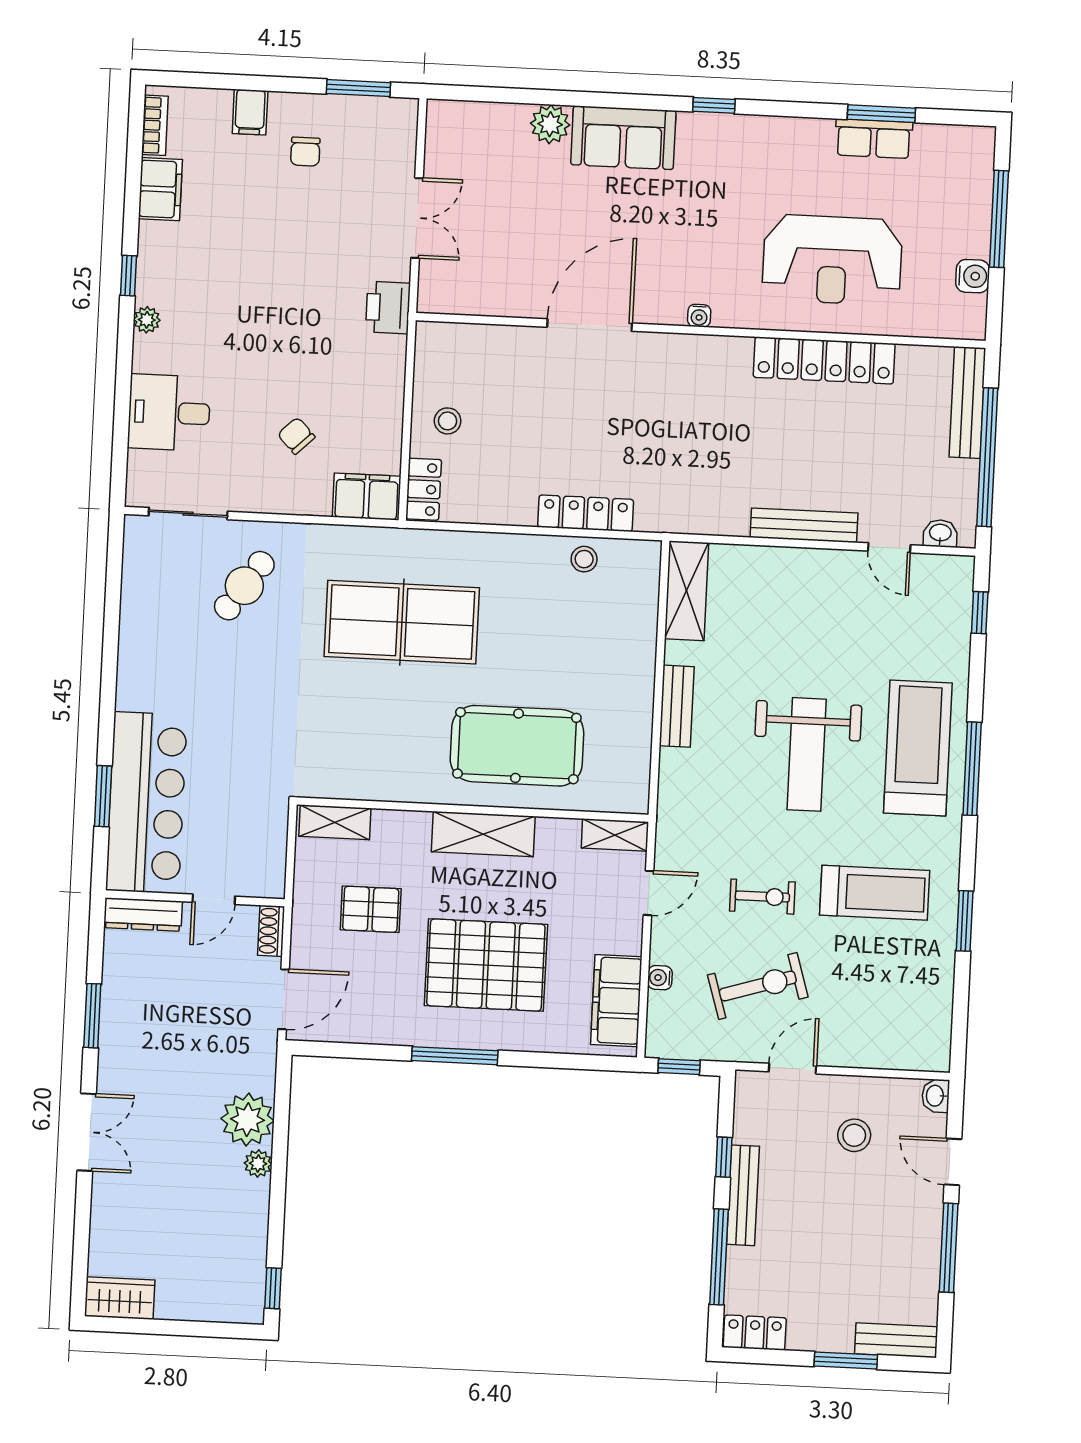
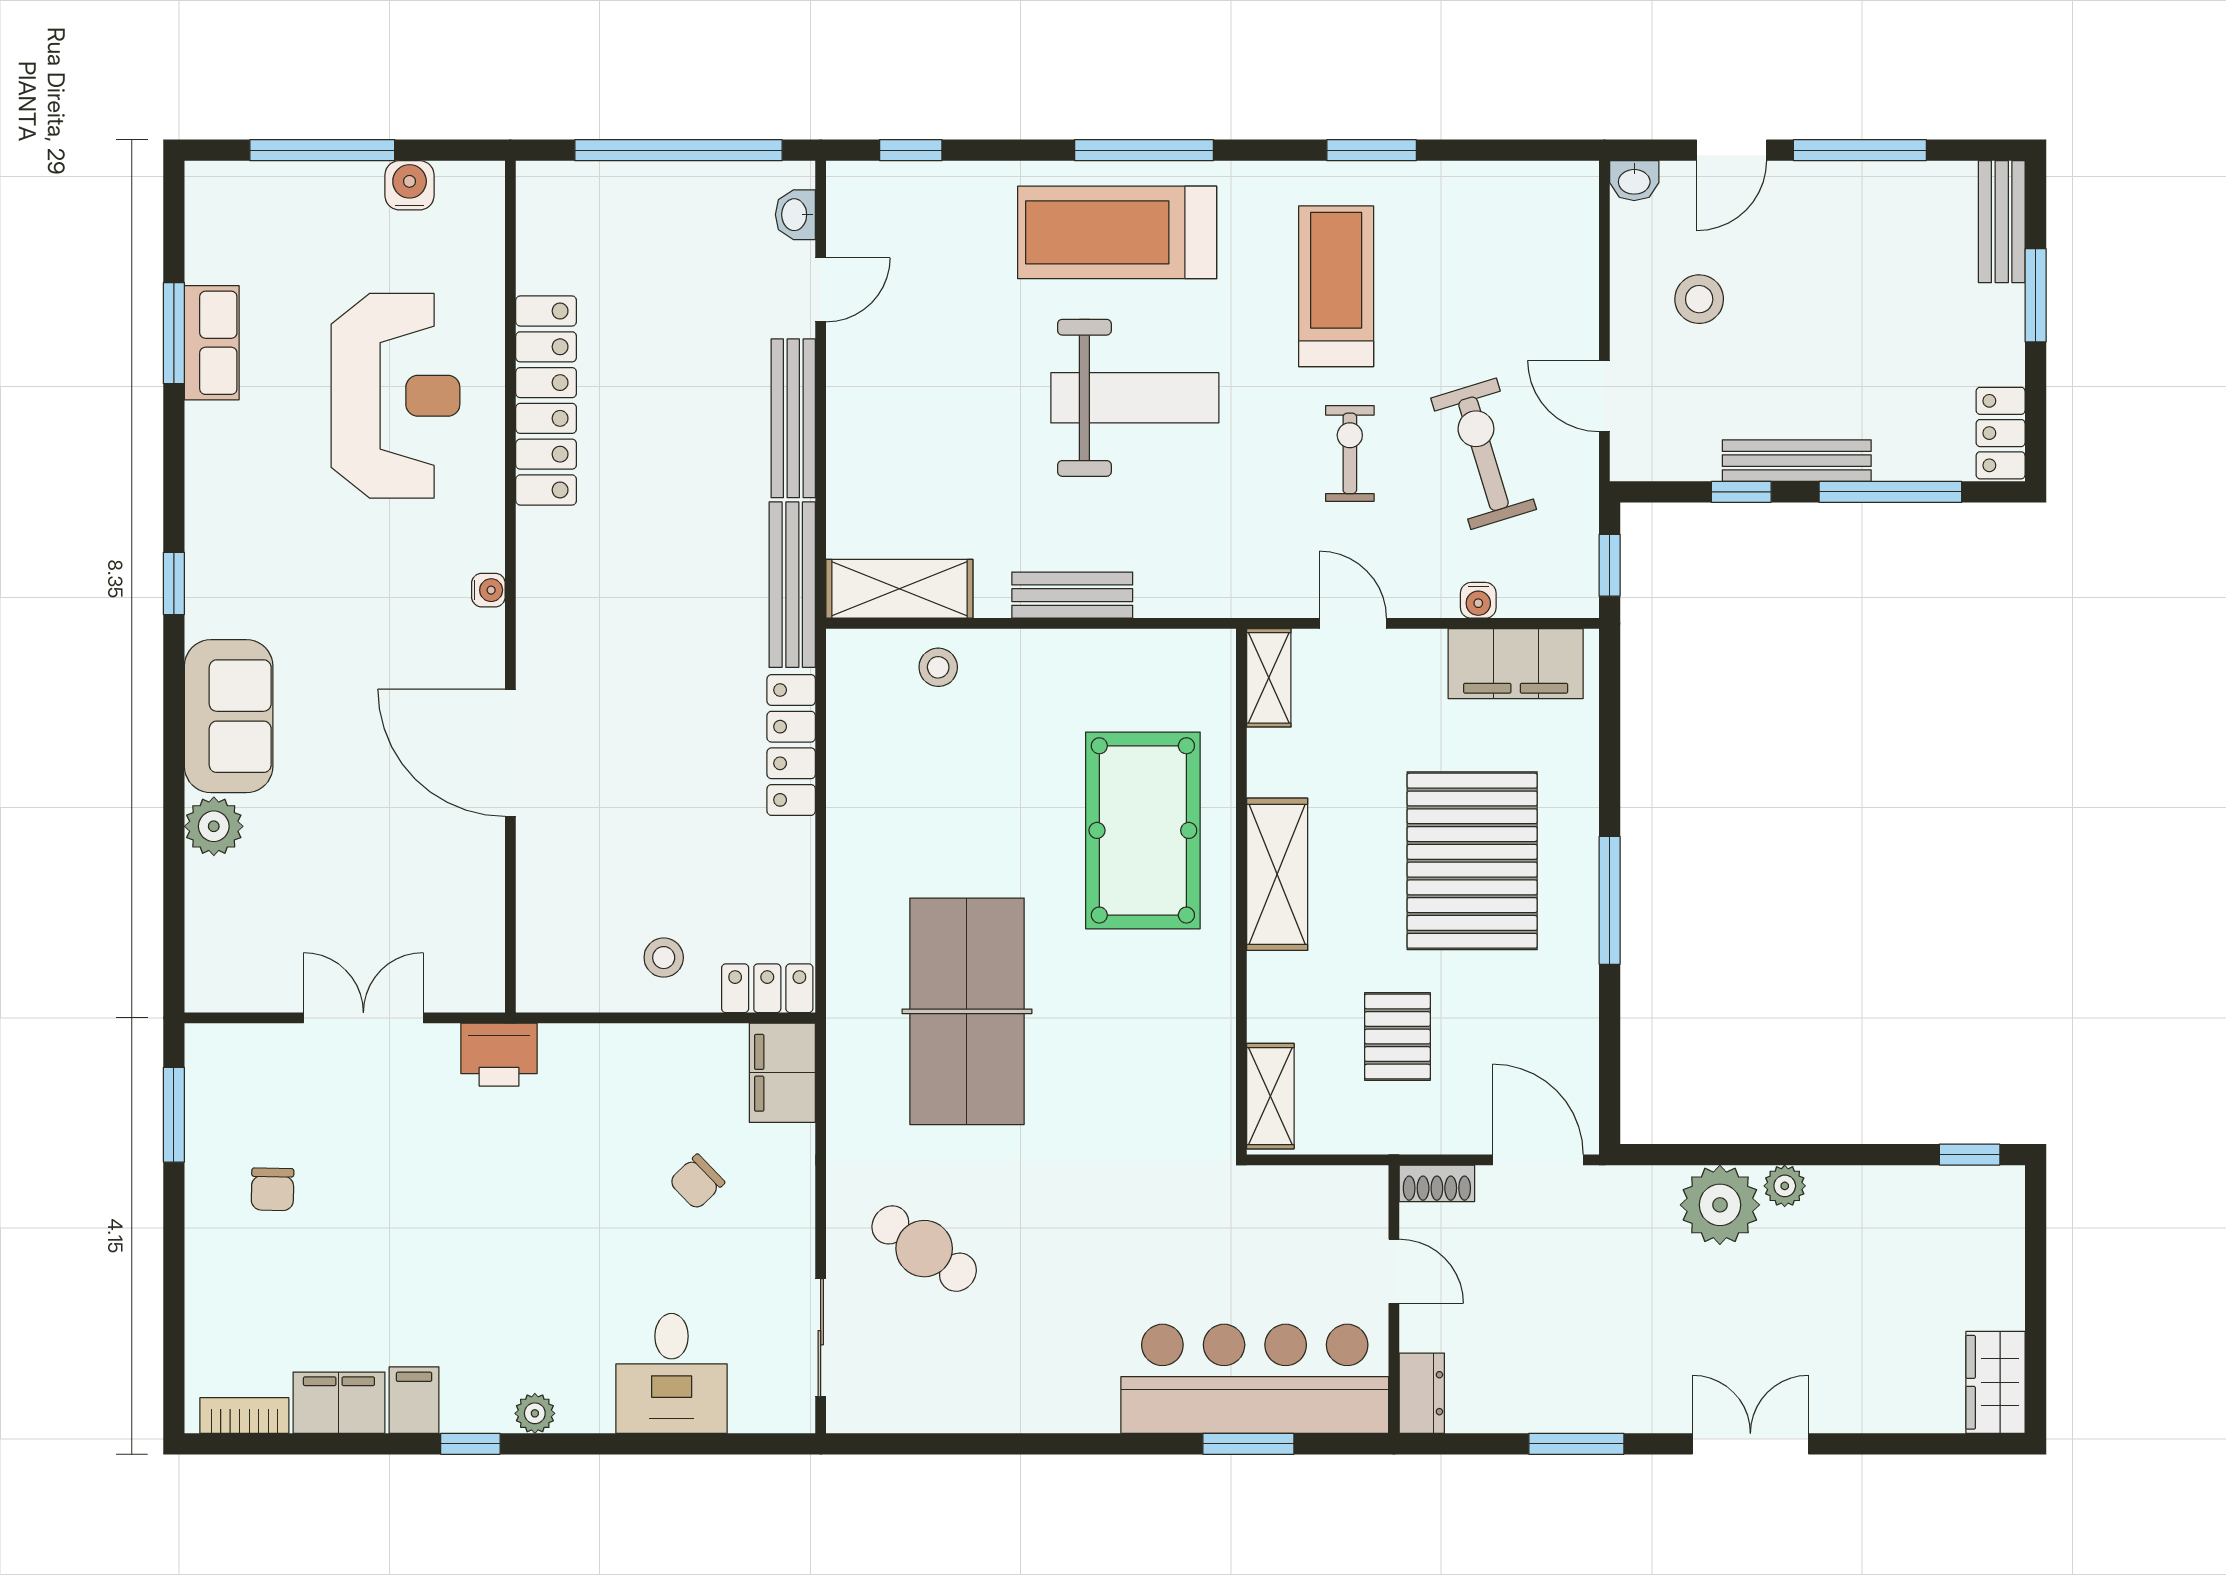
filing cabinet: (250, 112) -> (414, 1400), moved, turned -90
chair: (305, 152) -> (272, 1189), turned 91
bench: (967, 403) -> (792, 585), moved, turned 90
stool: (584, 559) -> (938, 667), moved
dresser: (143, 914) -> (1422, 1393), width x0.70

